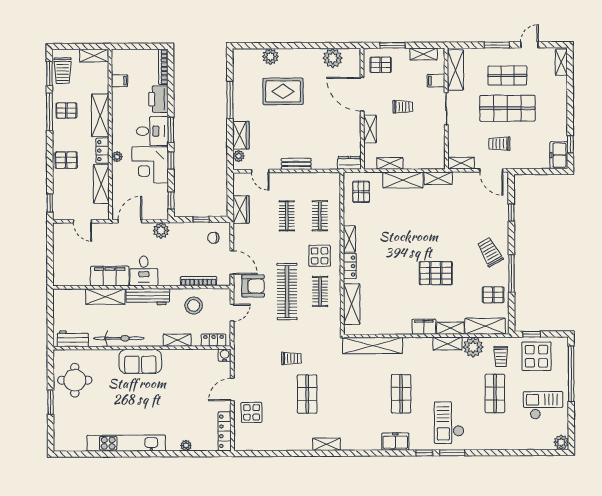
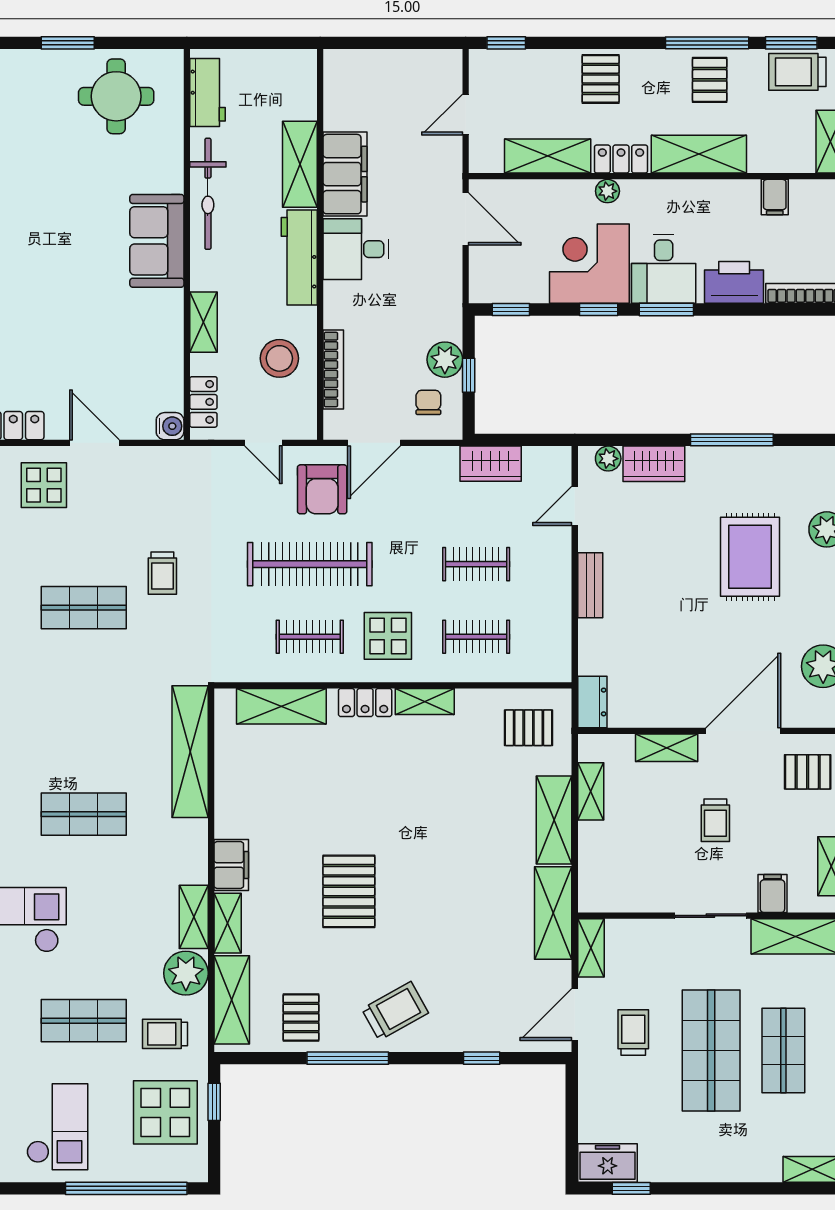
pallet: (381, 65) -> (808, 772), turned 90
shelving: (438, 178) -> (553, 913), width x1.50, depth x1.33
plant: (161, 230) -> (445, 360), moved

